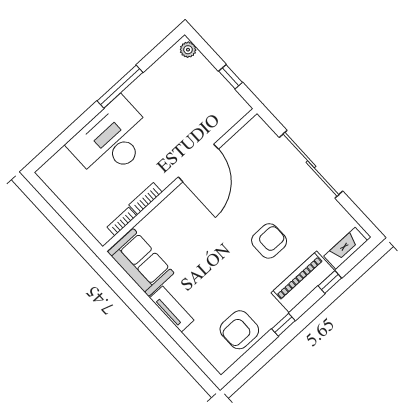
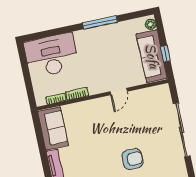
sofa: (214, 91) -> (152, 56), added
desk: (112, 140) -> (51, 55), moved
door: (198, 163) -> (119, 92), width x0.53

